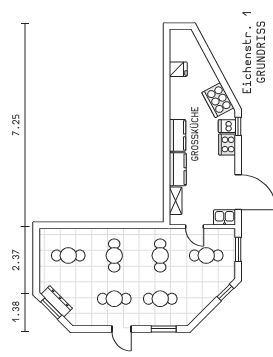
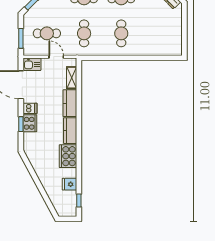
window: (167, 49) -> (79, 200), added
cooker: (218, 100) -> (68, 156), moved, turned -152
dishwasher: (227, 126) -> (30, 108), moved
window: (238, 126) -> (21, 124), moved
cafe table: (68, 256) -> (158, 33), removed

